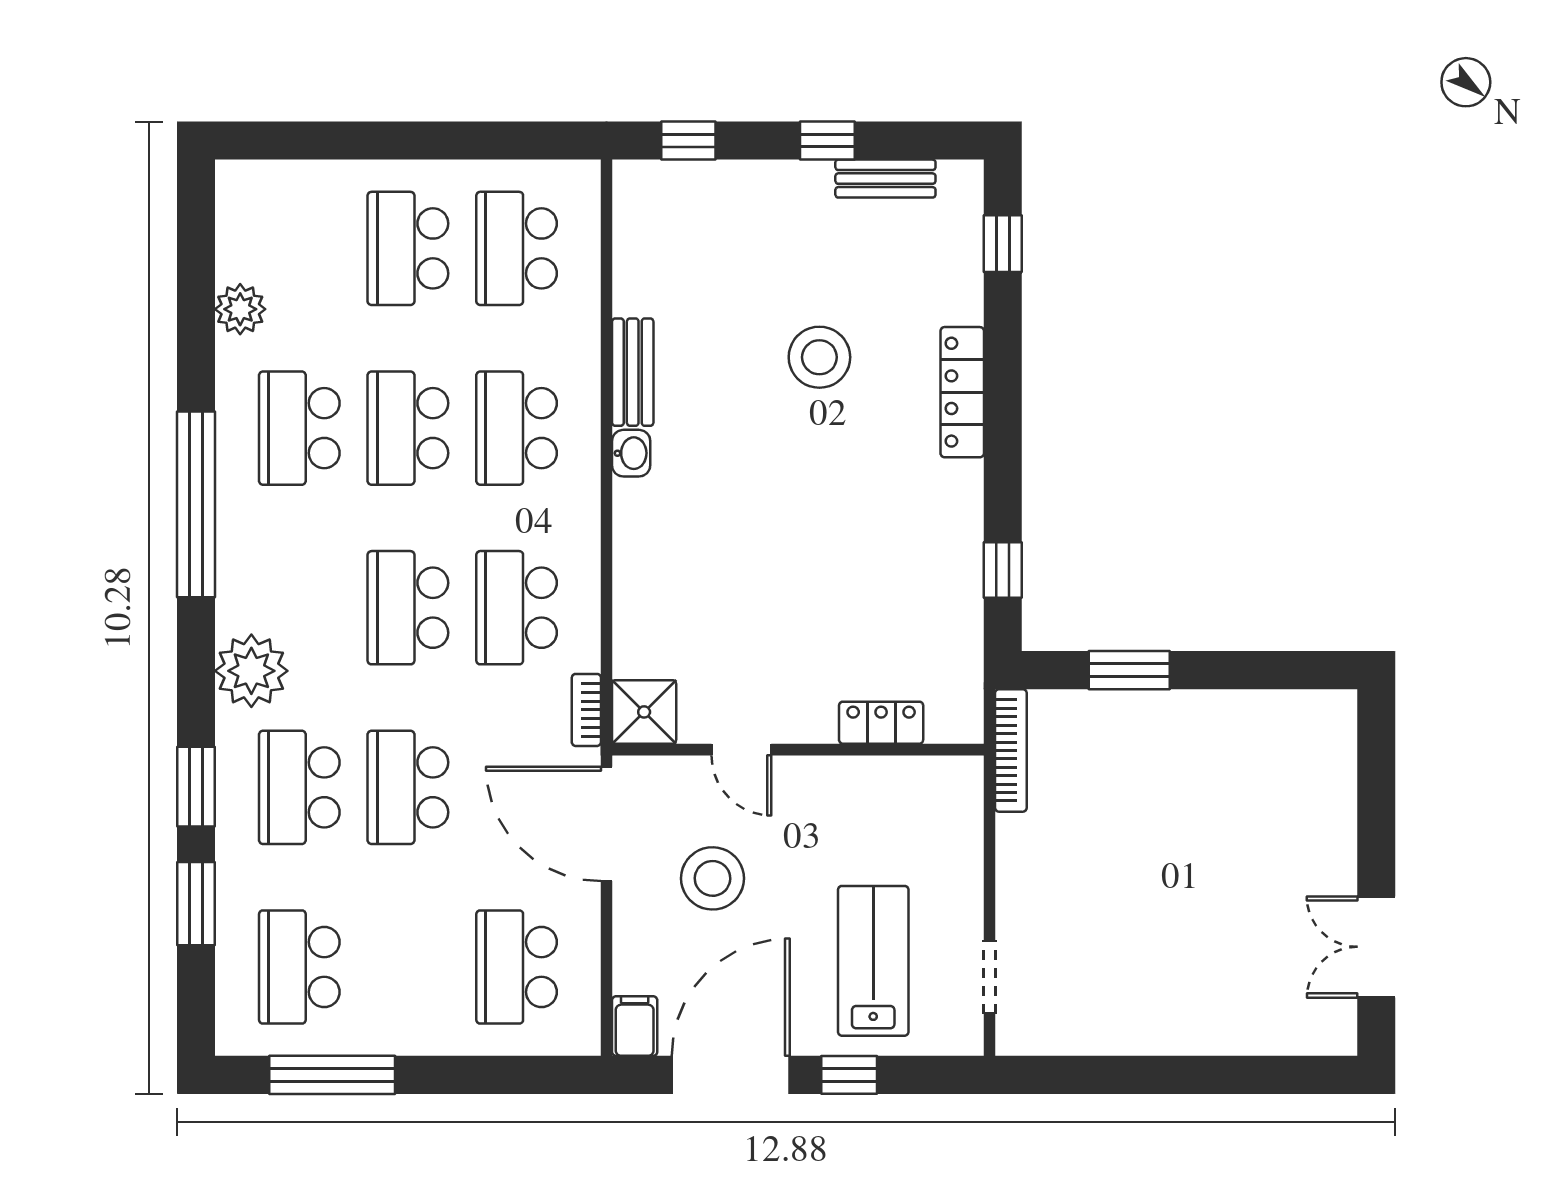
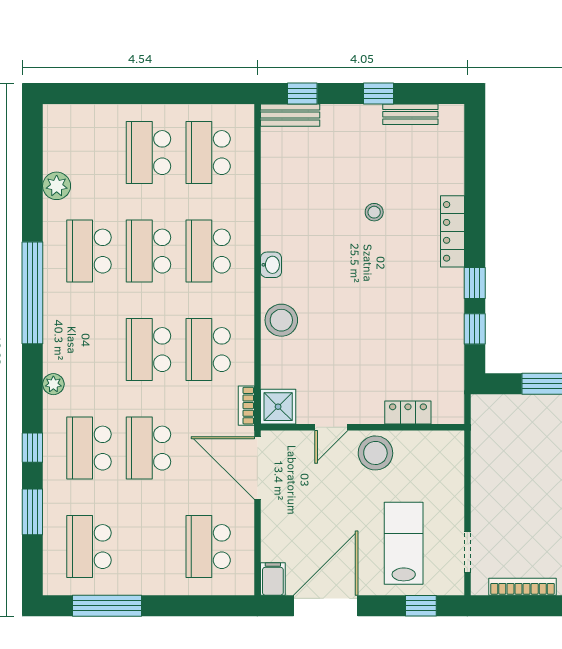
window: (1003, 244) -> (475, 283), moved
stool: (819, 357) -> (374, 212), width x0.53, depth x0.53
bench: (633, 372) -> (290, 115), moved, turned 90
stool: (650, 554) -> (281, 320), added
plant: (251, 671) -> (53, 384), width x0.53, depth x0.53
door: (741, 750) -> (331, 427), hinge flipped
bookcase: (1011, 750) -> (523, 587), moved, turned -90
window: (196, 787) -> (32, 448), width x0.67
stool: (713, 878) -> (375, 453), moved
window: (849, 1075) -> (421, 606), moved

